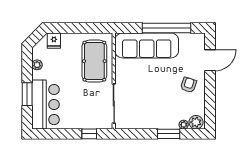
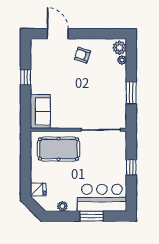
window: (166, 28) -> (26, 77), width x0.32
sofa: (147, 45) -> (40, 111), width x0.54, depth x0.79
window: (89, 134) -> (131, 167), moved
window: (169, 134) -> (131, 93), moved

